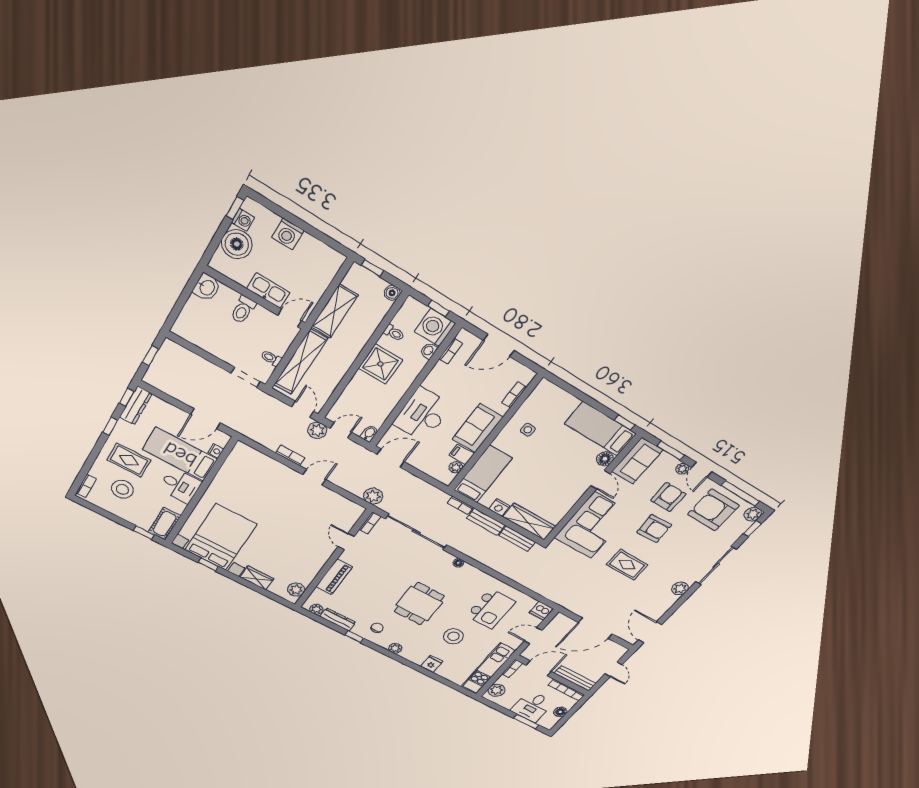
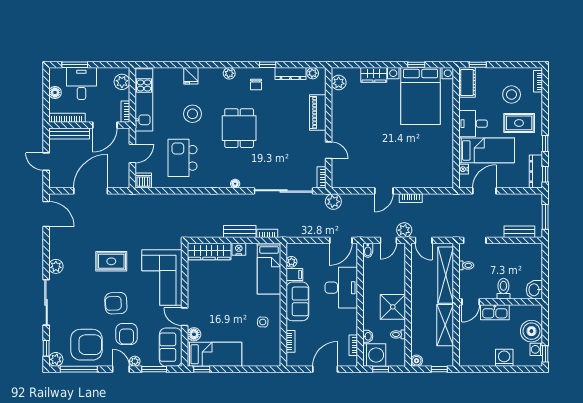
window: (150, 356) -> (545, 217), width x1.50
bench: (517, 539) -> (519, 232), moved

